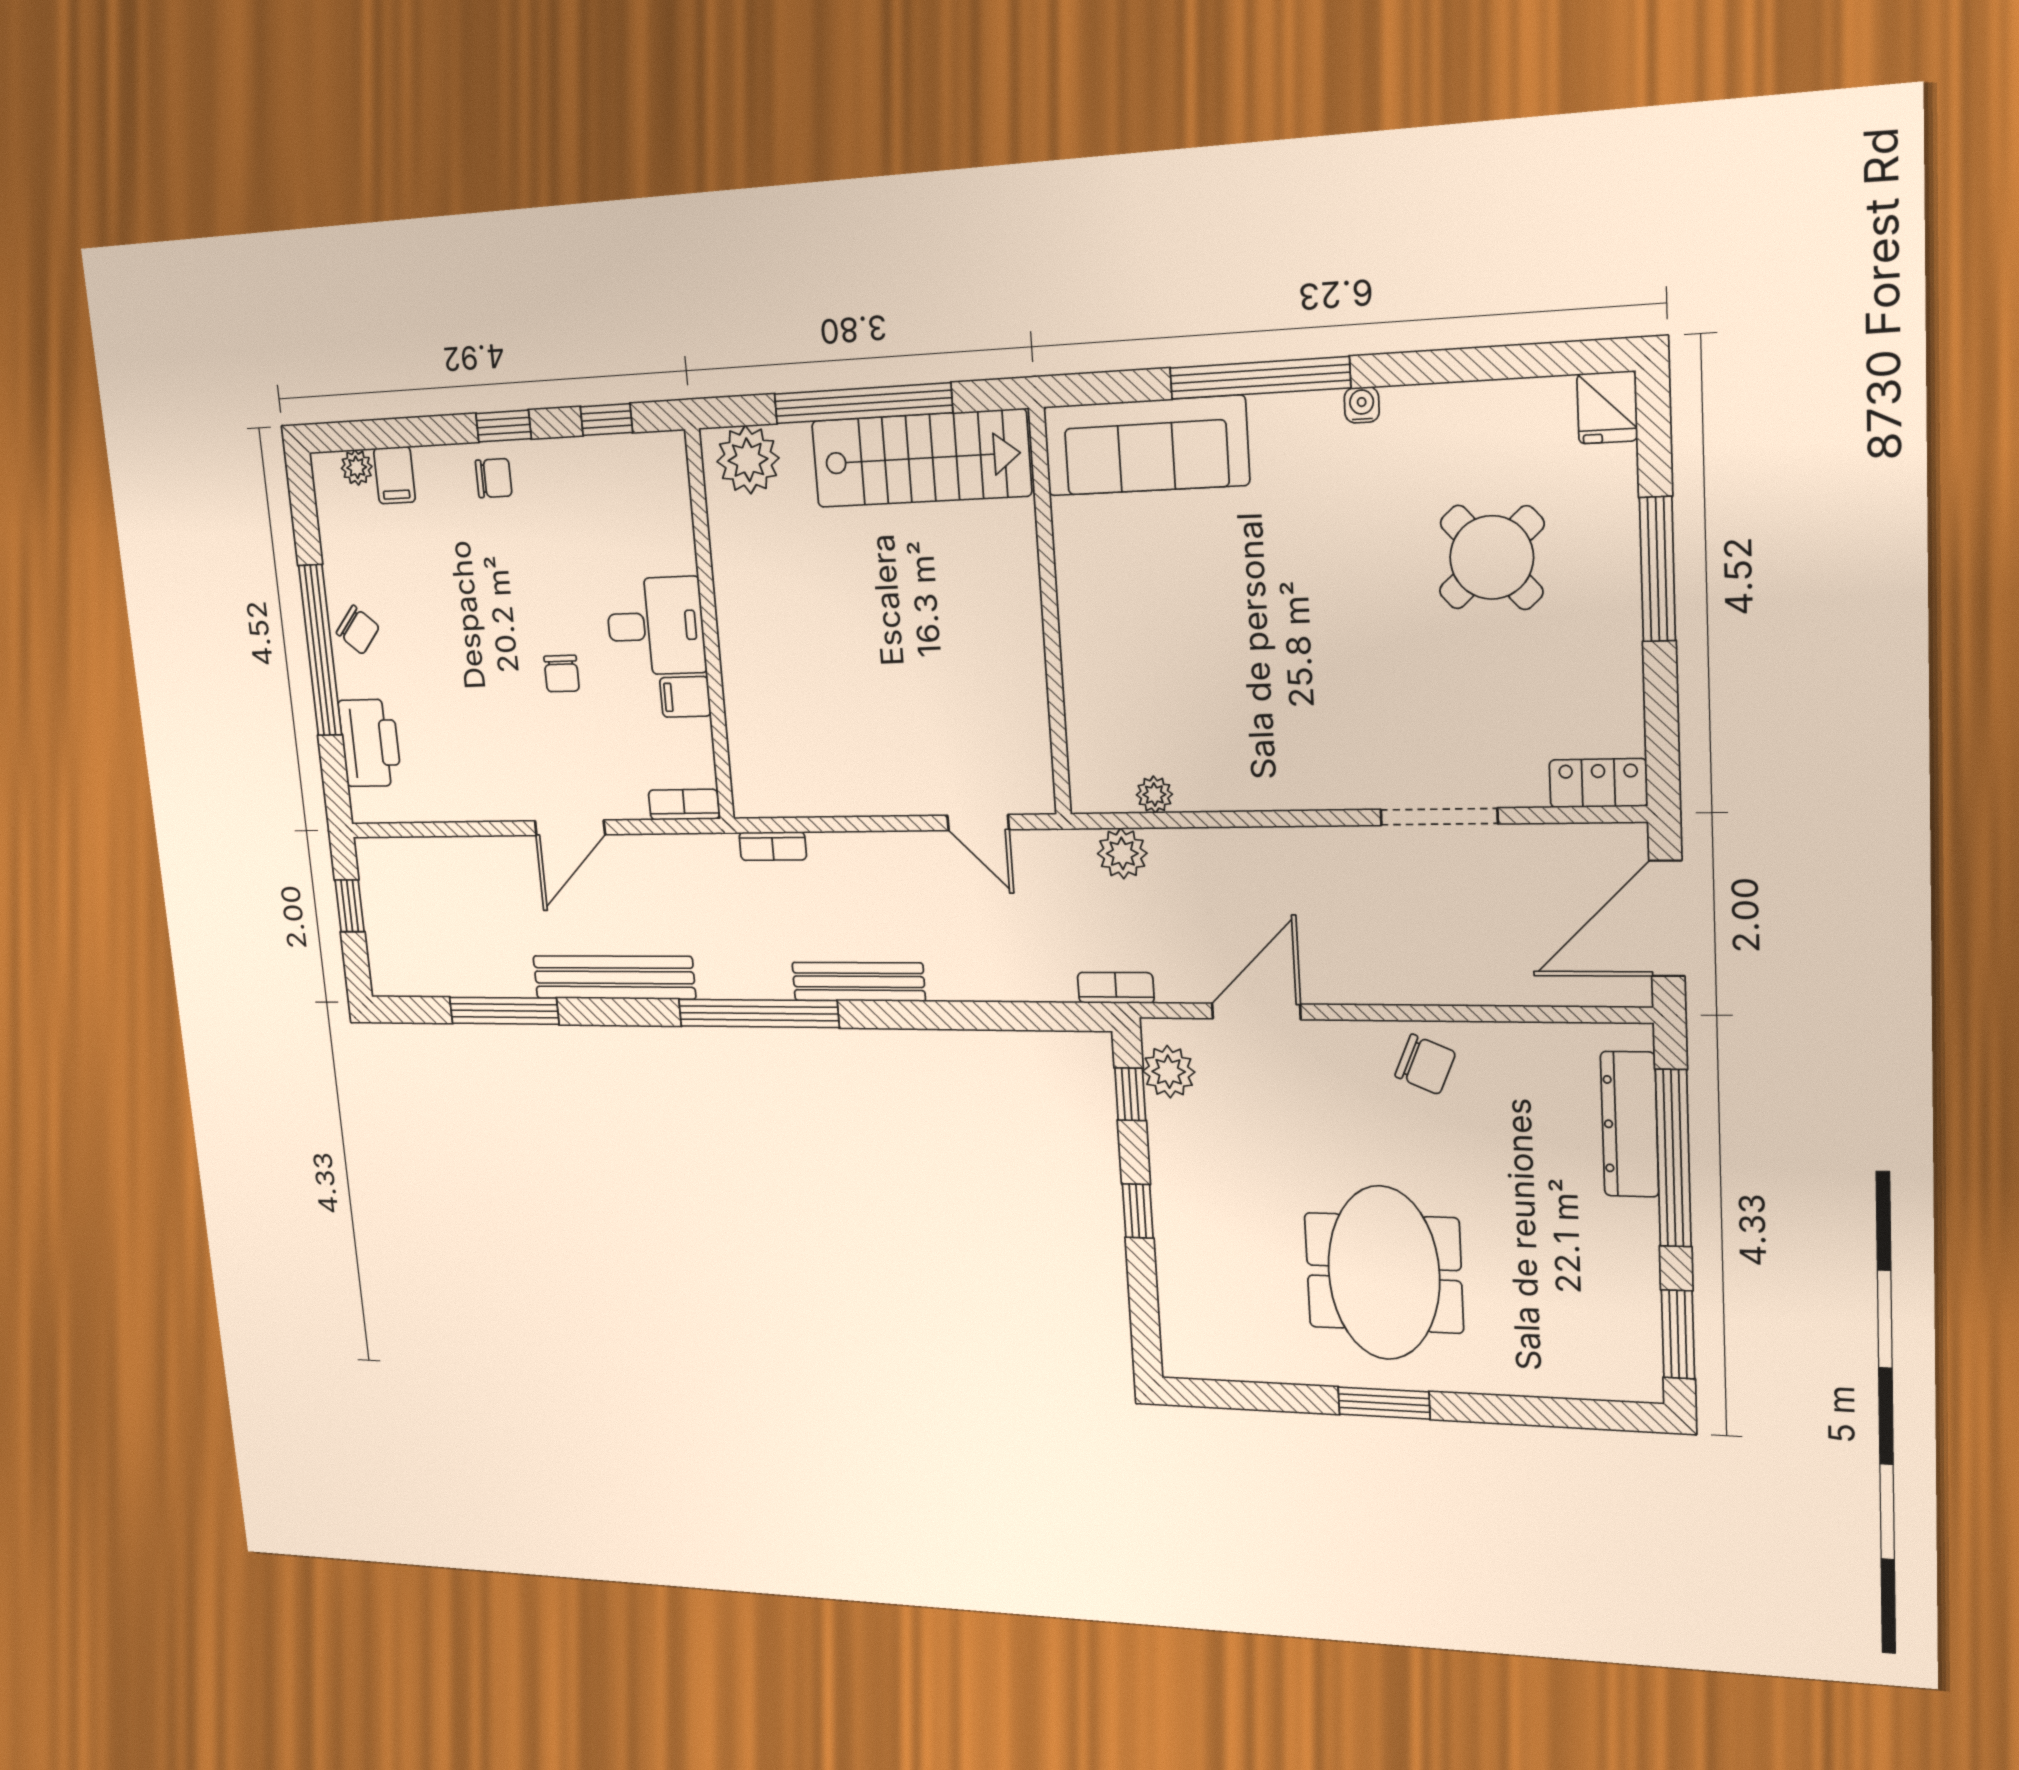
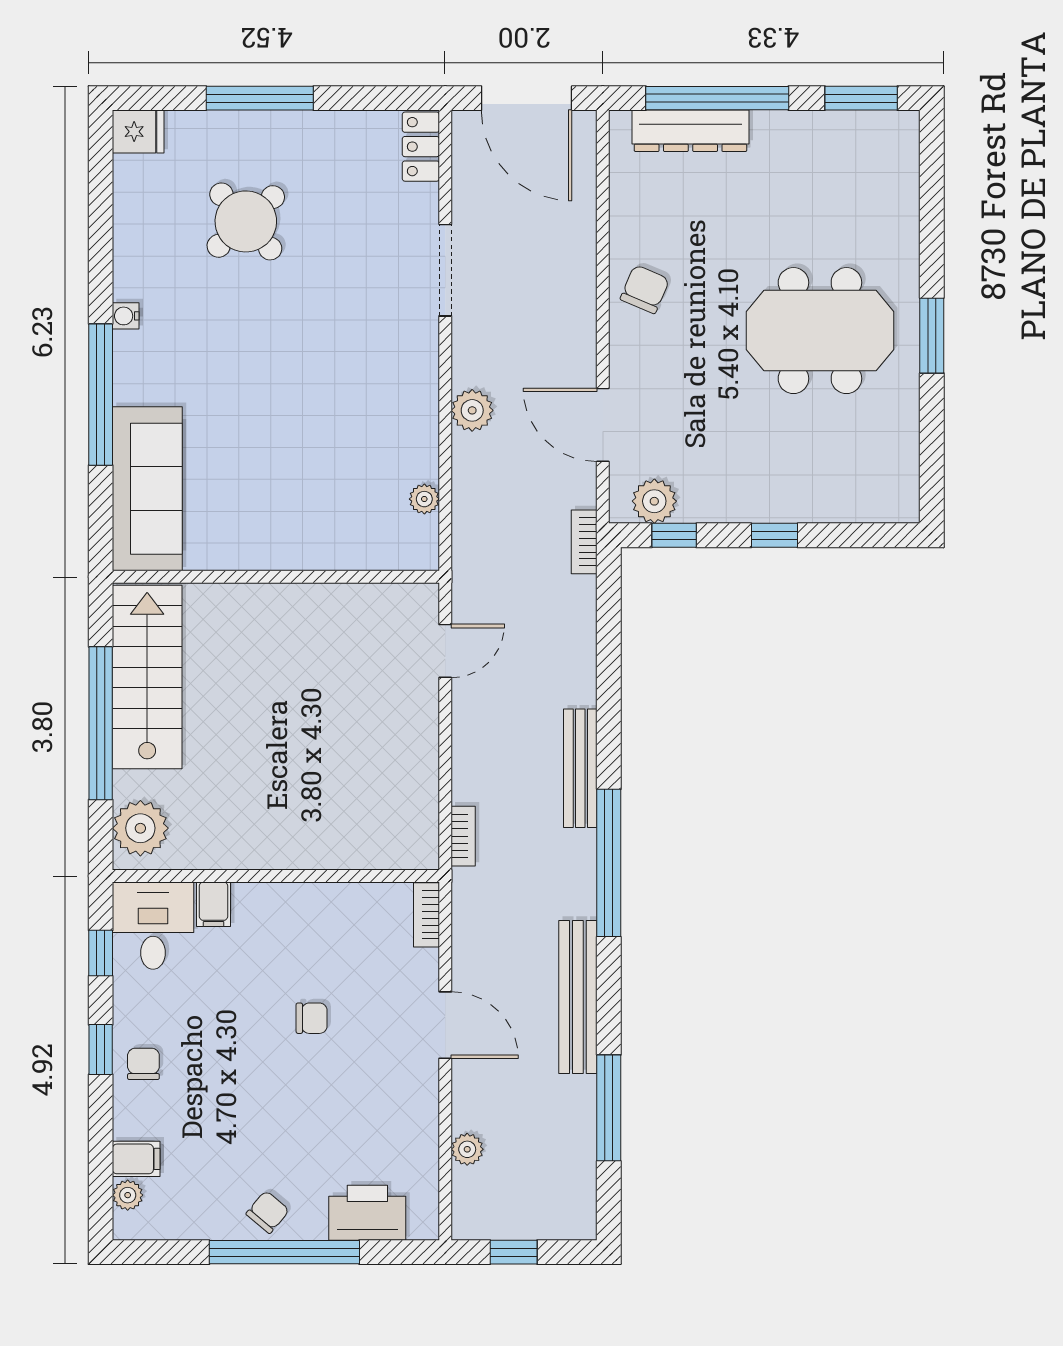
desk: (656, 626) -> (153, 926), moved
filing cabinet: (685, 697) -> (214, 904), moved
plant: (1122, 853) -> (472, 410), moved
plant: (446, 854) -> (467, 1149), added

